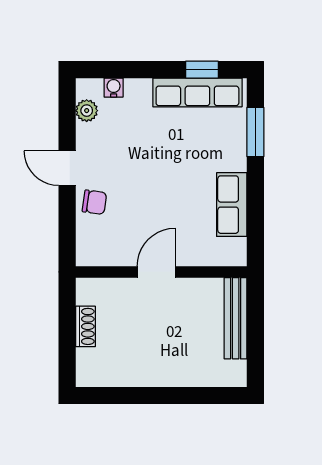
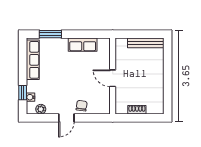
window: (202, 70) -> (23, 93), moved
bench: (236, 318) -> (146, 43), moved

